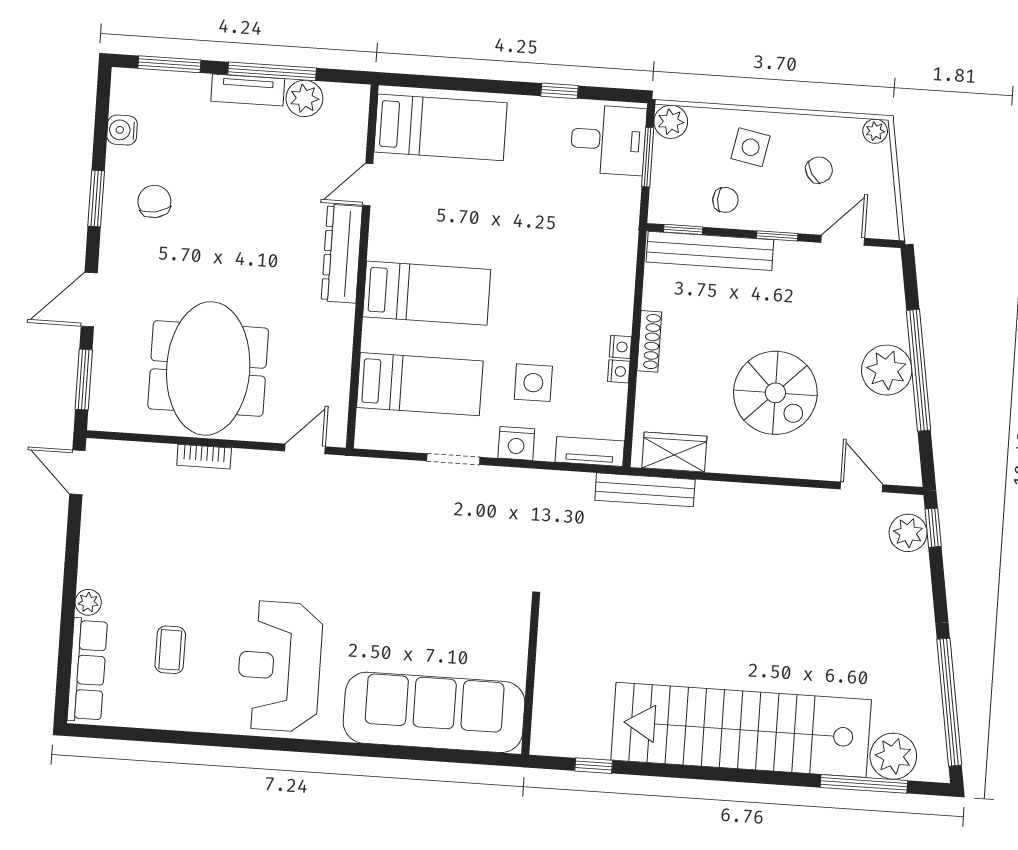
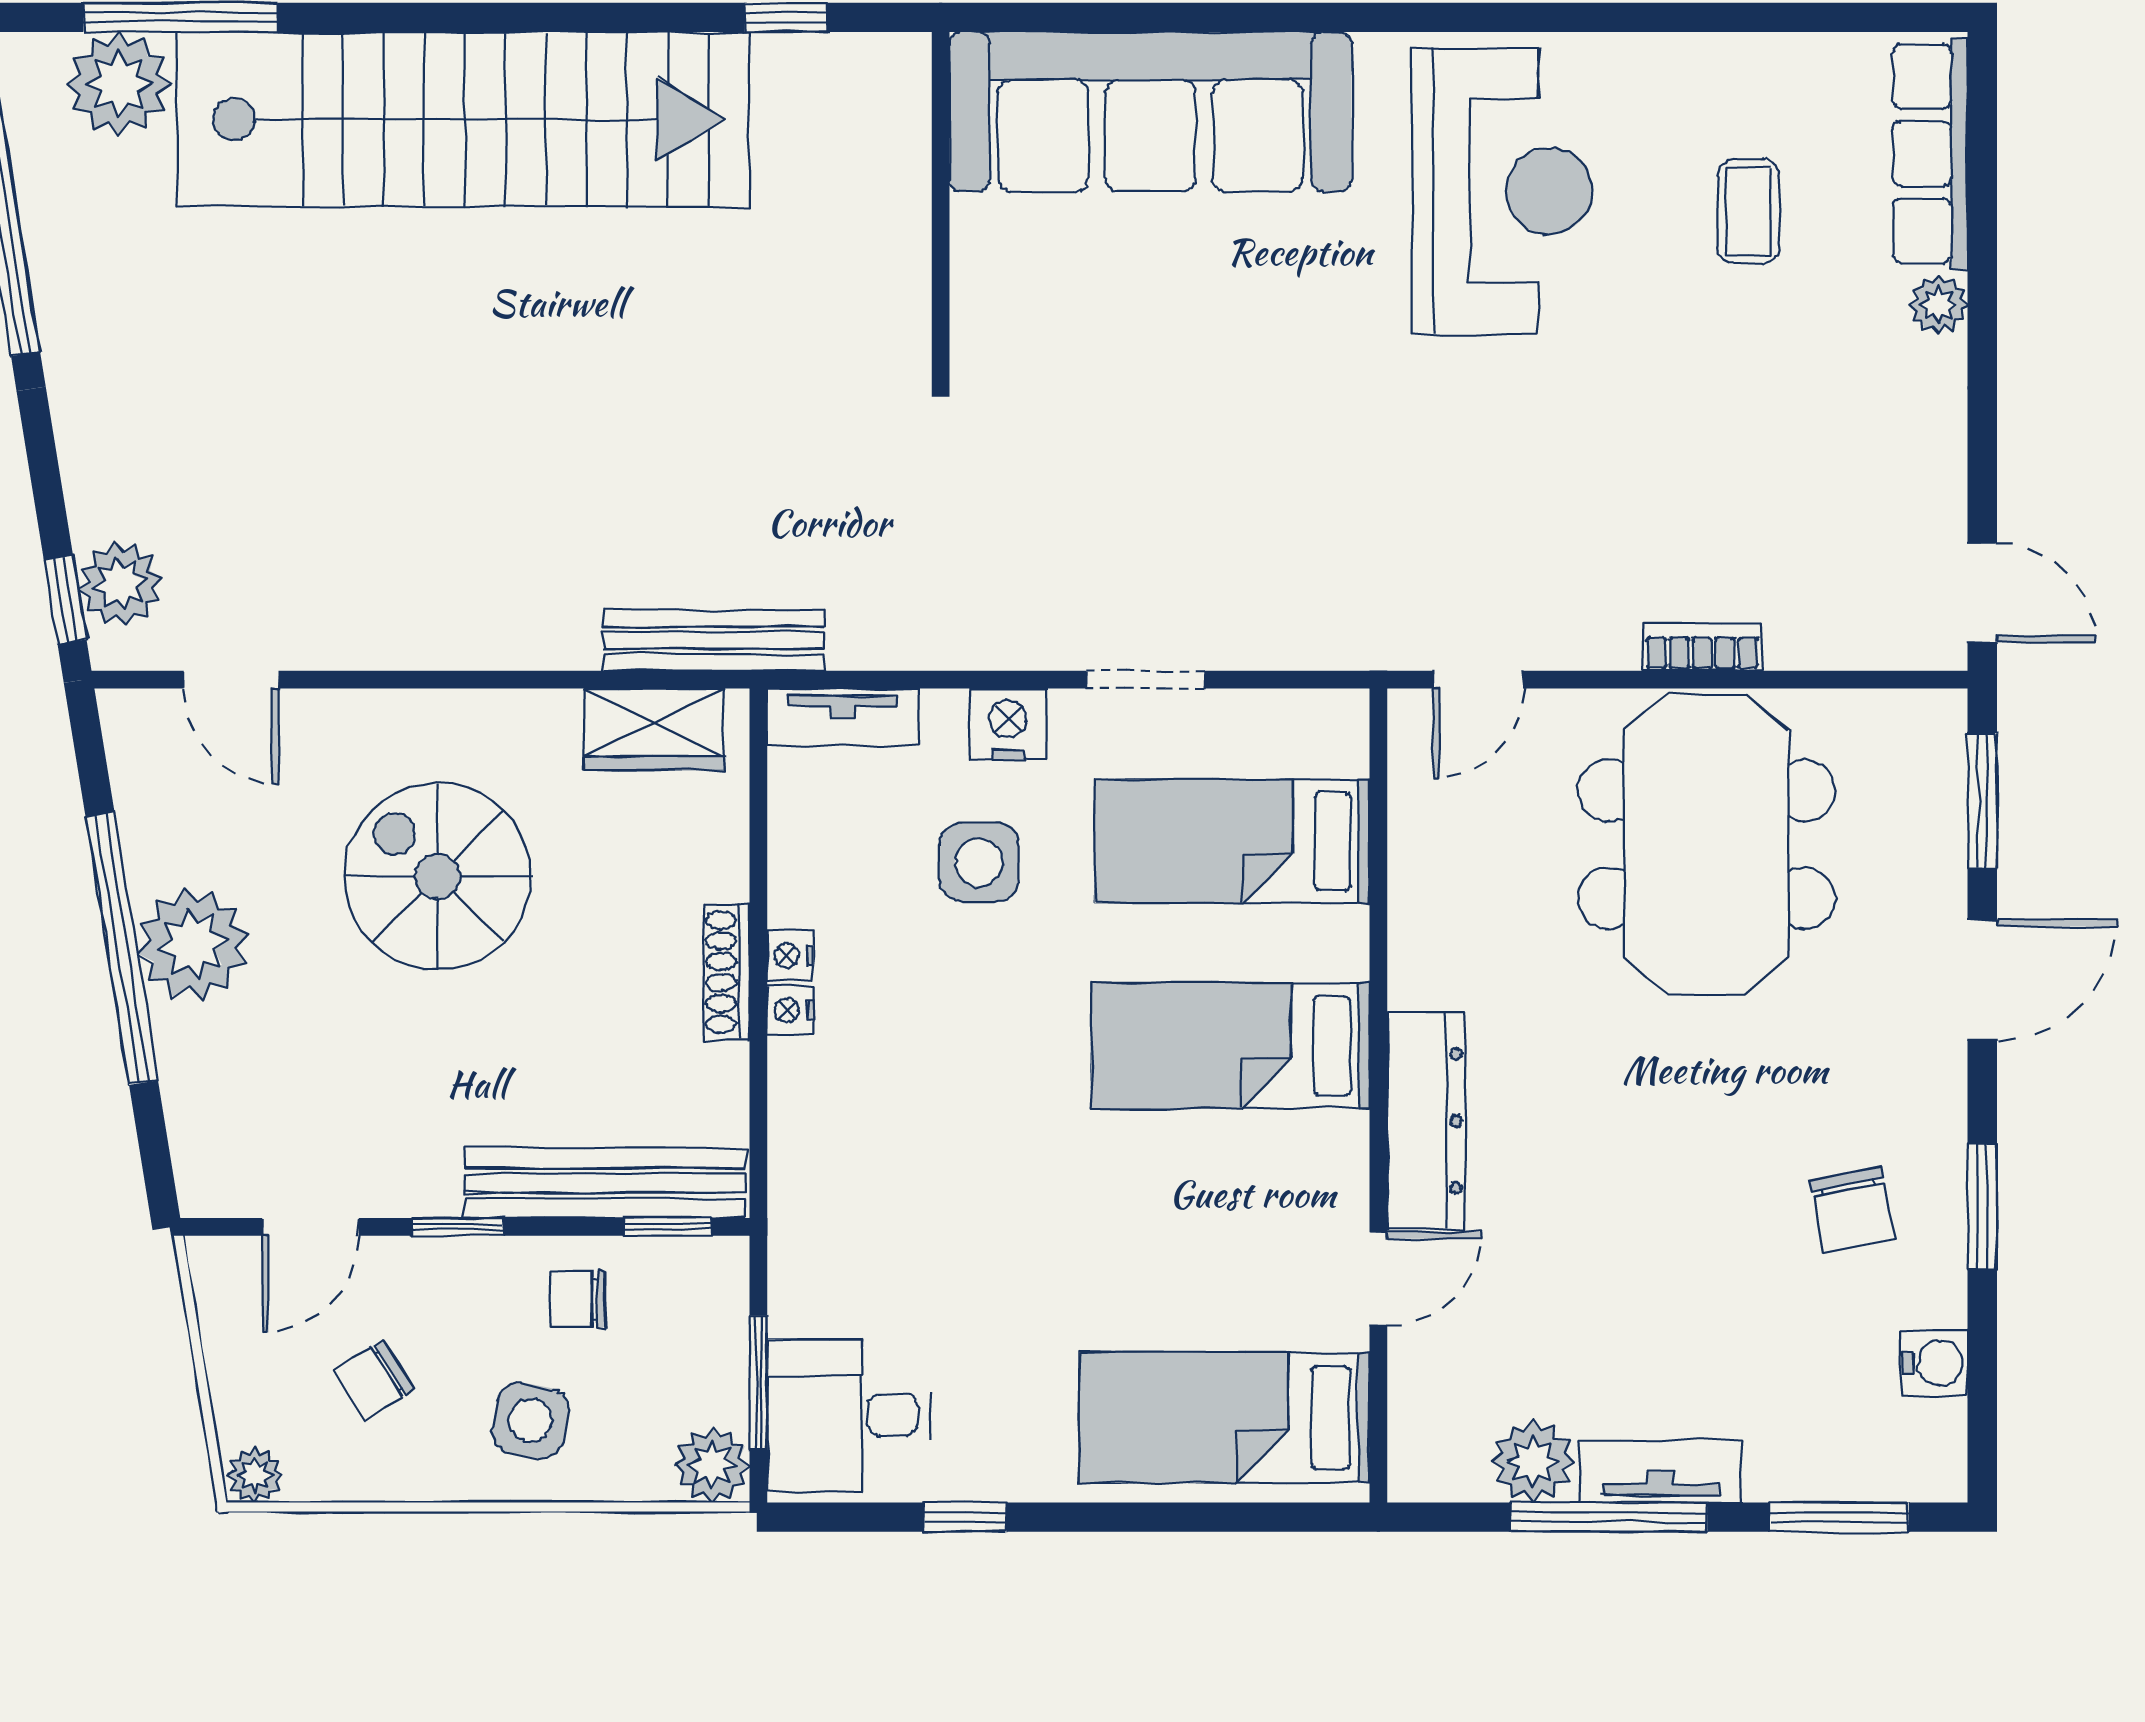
nightstand: (619, 371) -> (790, 1010), moved

